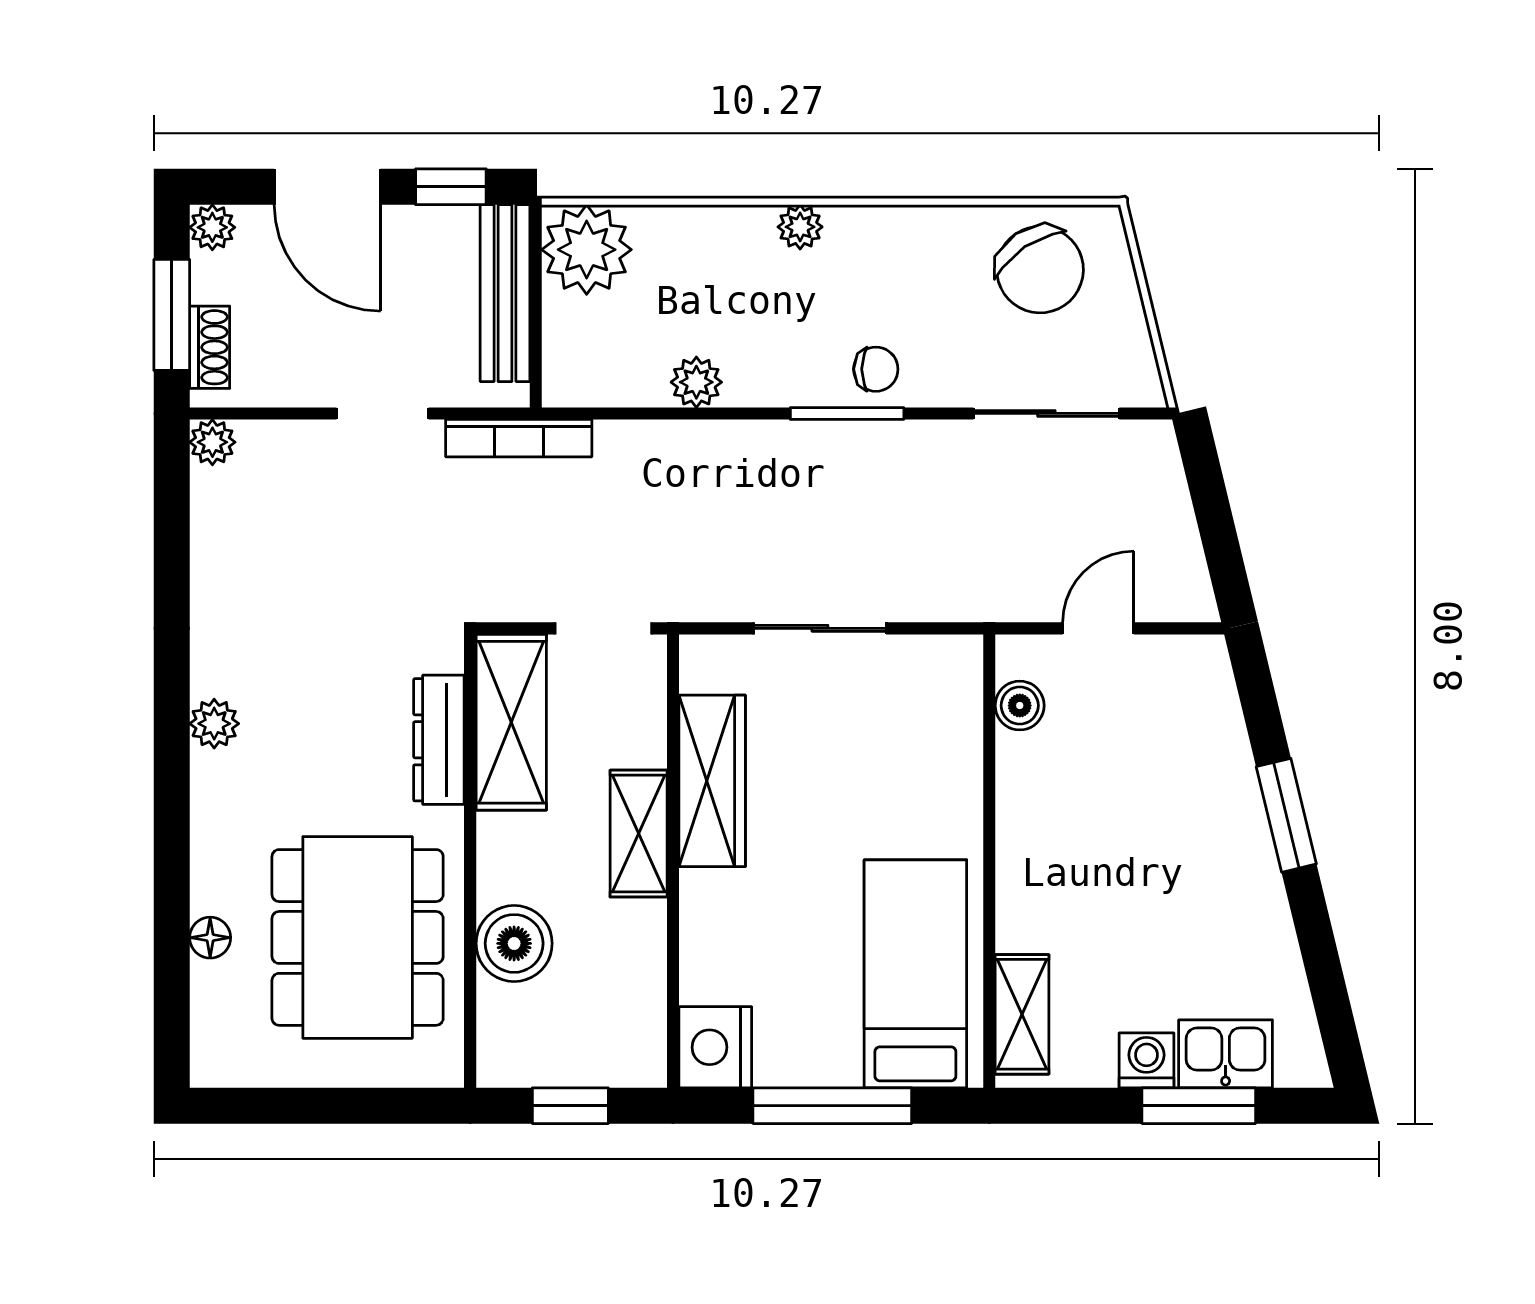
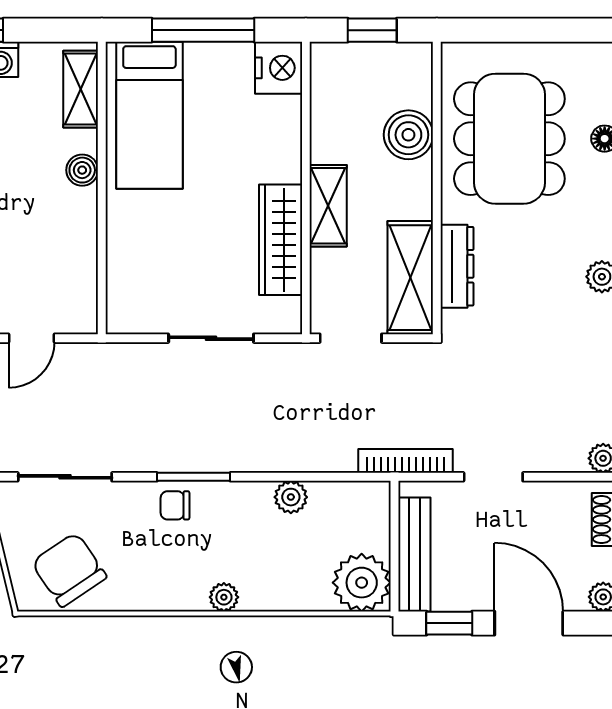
boiler: (1020, 706) -> (82, 170), moved

